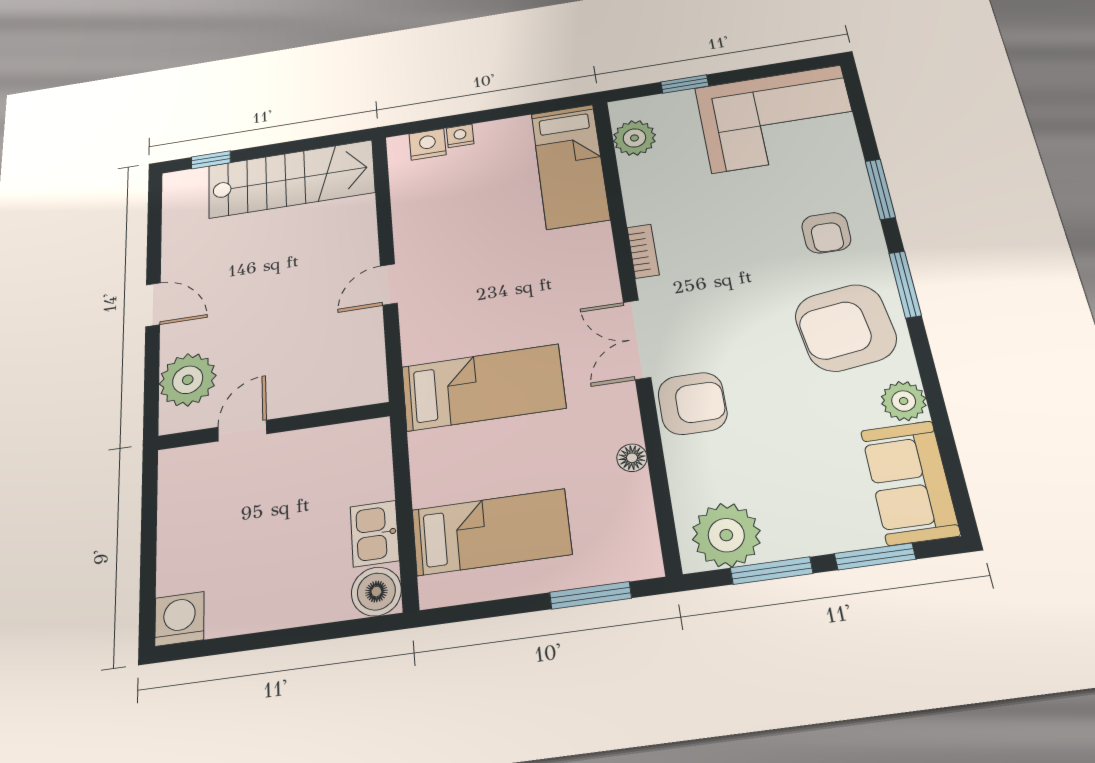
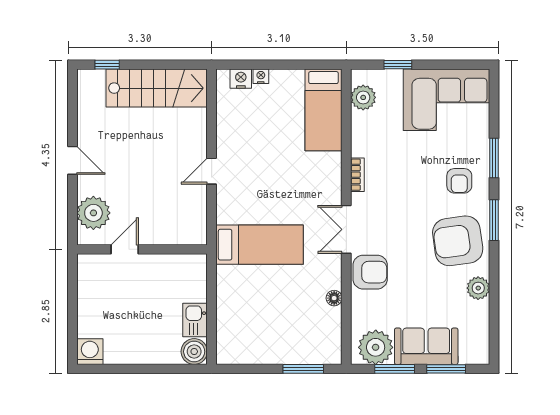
sofa: (910, 482) -> (426, 346), moved, turned 90
bed: (491, 532) -> (256, 328), removed

